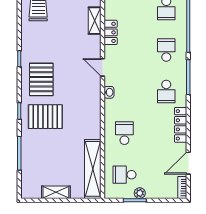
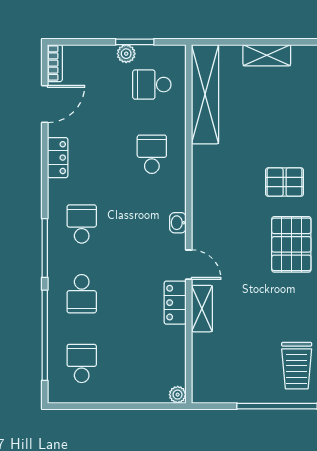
shelving: (95, 21) -> (202, 309), moved
locker: (111, 32) -> (175, 303), moved
pallet: (45, 117) -> (285, 182), width x0.67, depth x0.71
locker: (181, 125) -> (58, 158), width x0.66
school desk: (124, 133) -> (152, 154), turned 180
school desk: (124, 175) -> (152, 85), turned 180

